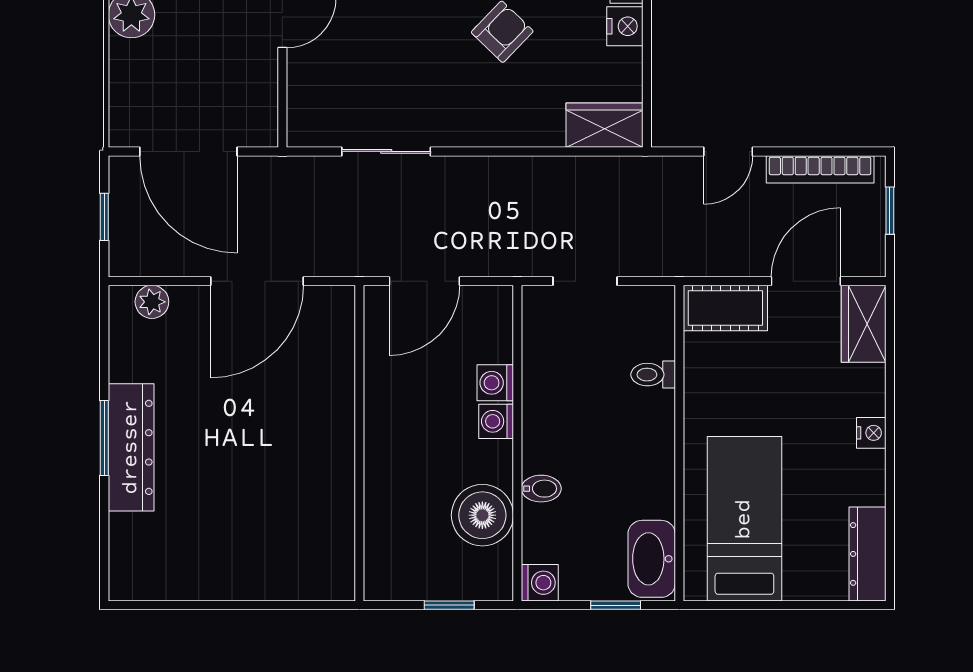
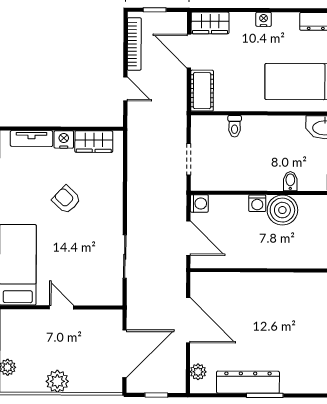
wardrobe: (605, 125) -> (94, 142), moved, turned -90
washing machine: (495, 383) -> (199, 203), moved, turned -90
dresser: (131, 447) -> (248, 382), moved
boiler: (482, 515) -> (282, 210), moved

